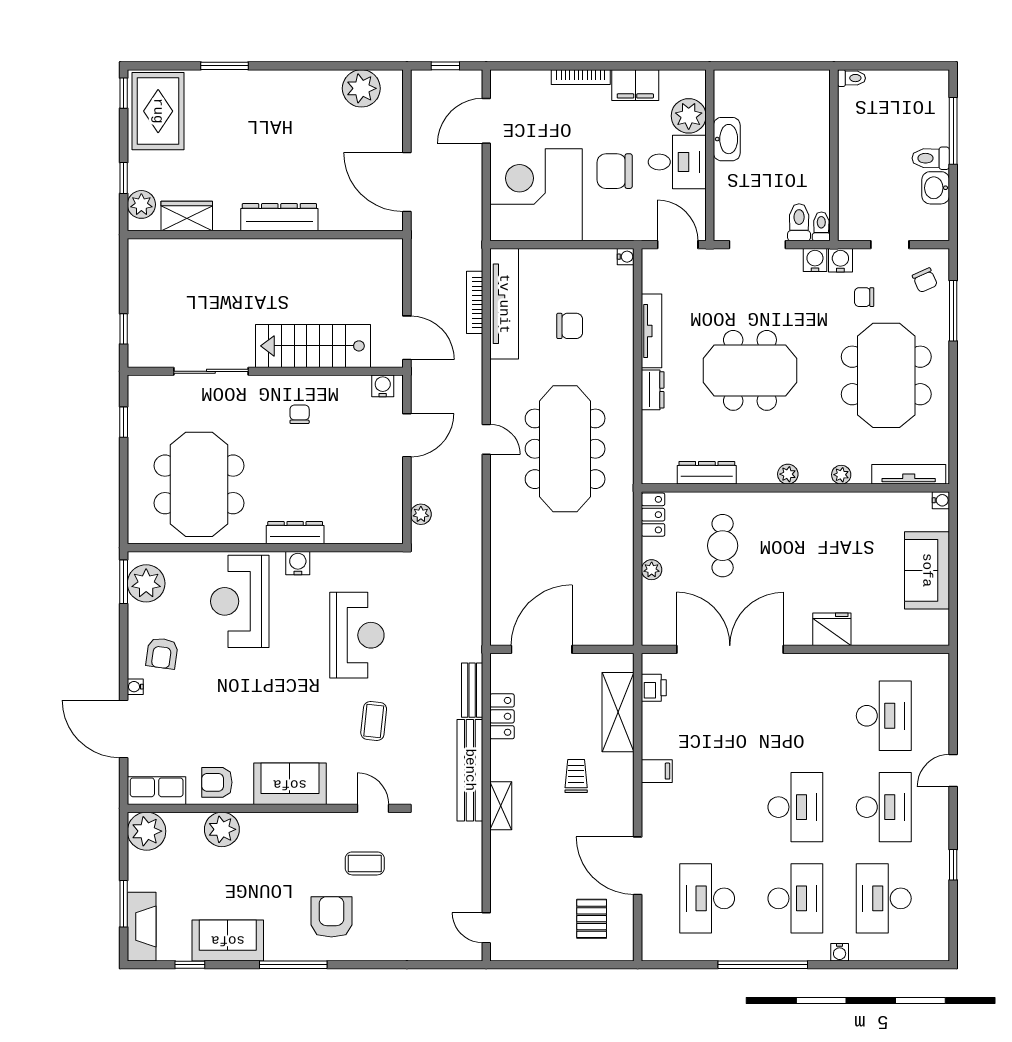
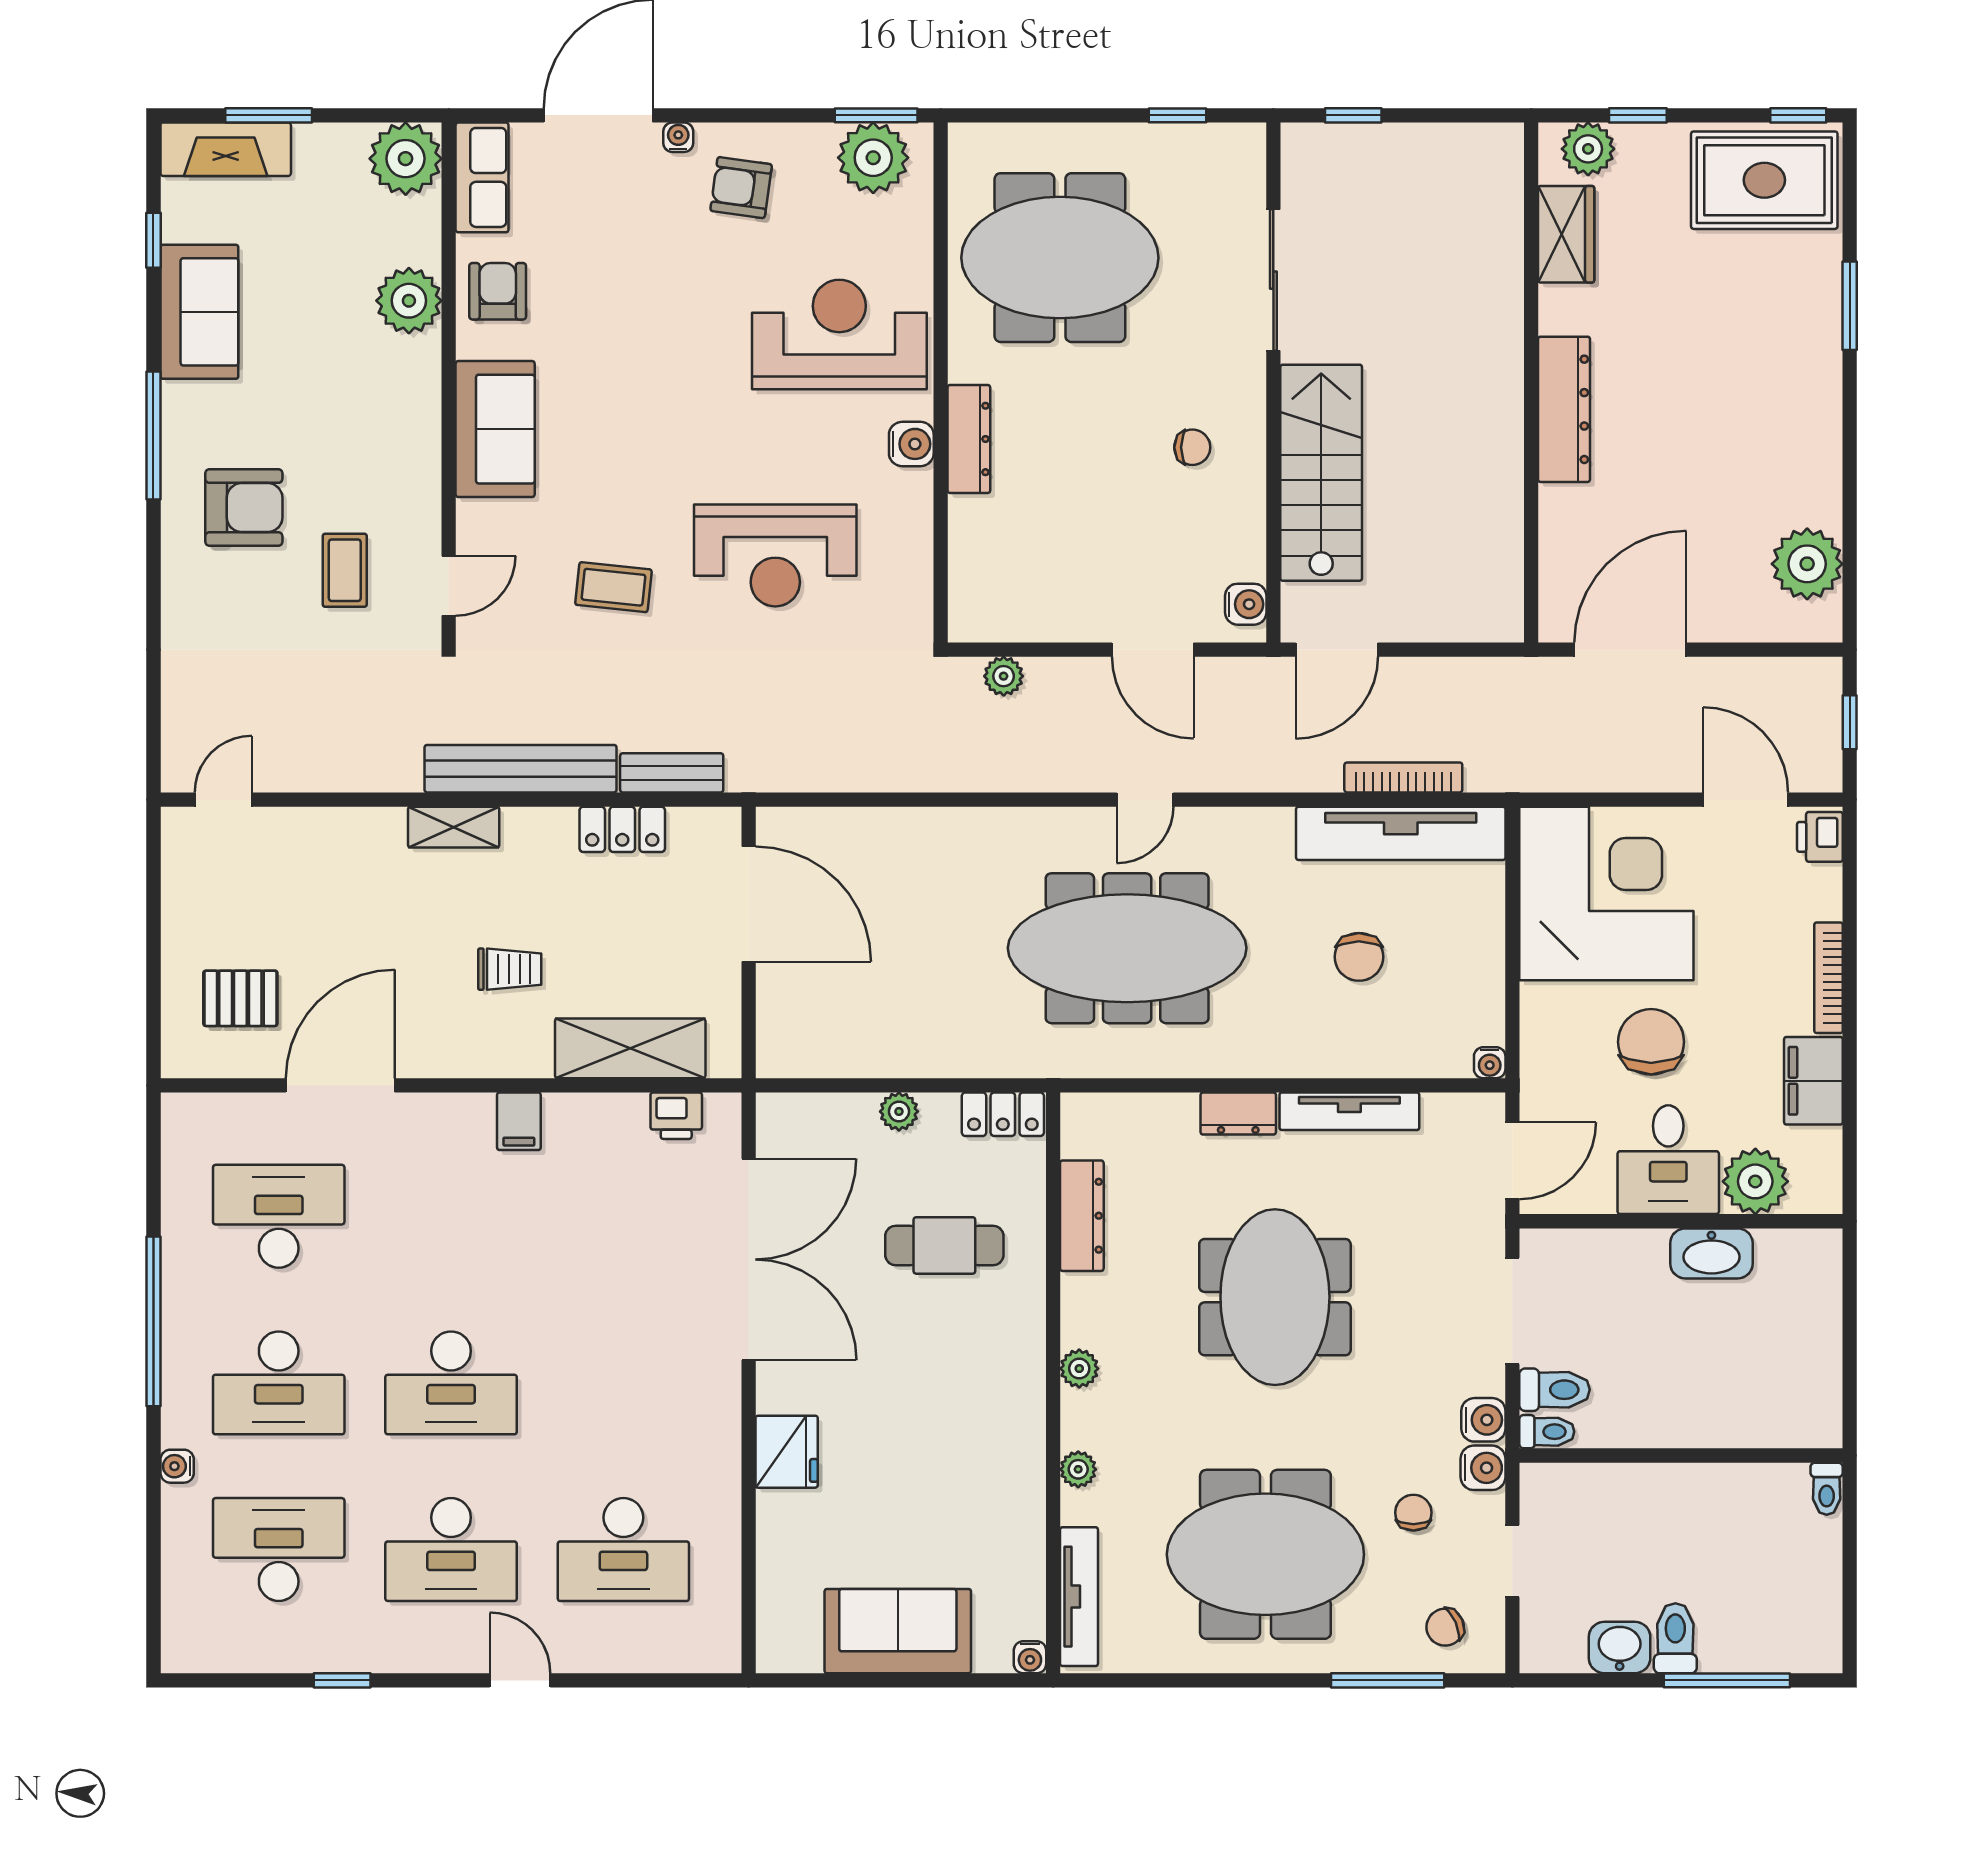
printer: (506, 82) -> (1820, 837), added

